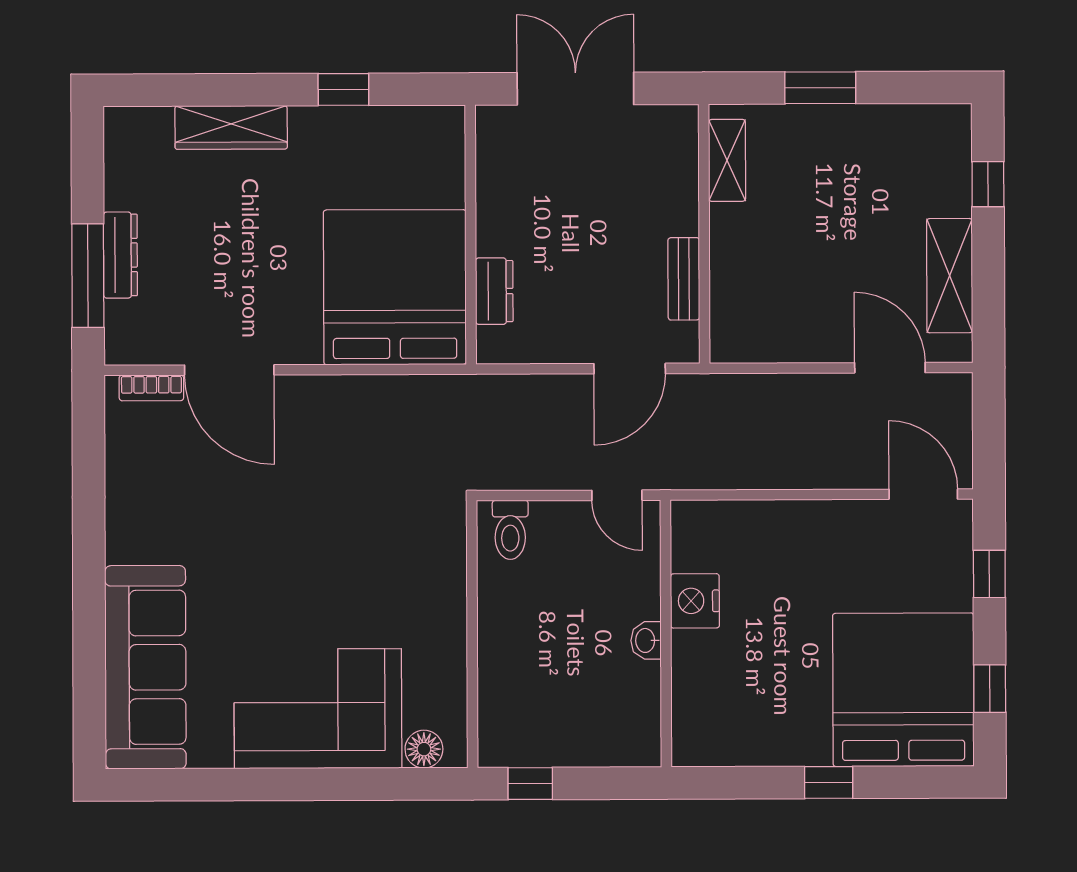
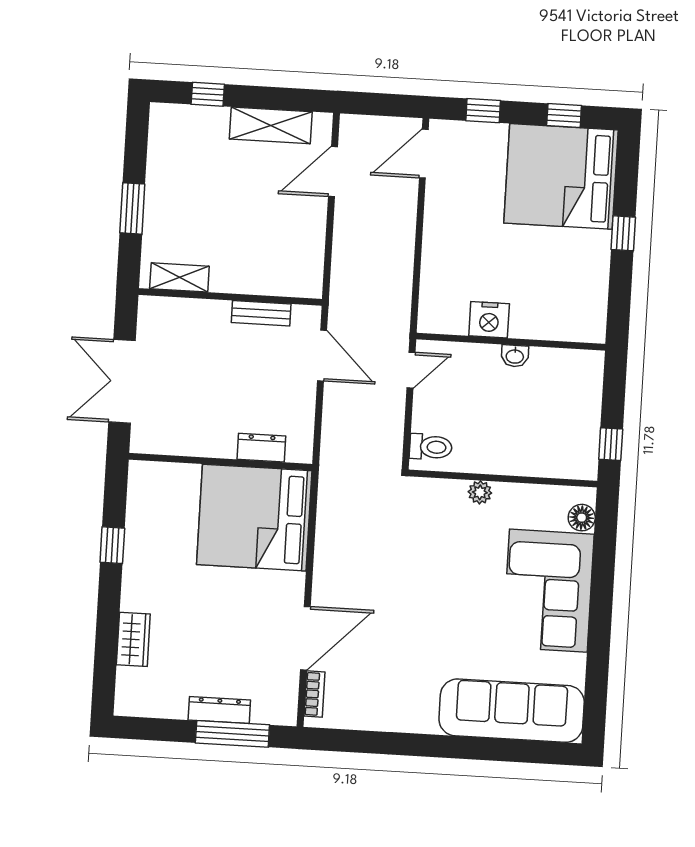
wardrobe: (231, 127) -> (133, 639), width x0.67
plant: (451, 603) -> (480, 492), added

